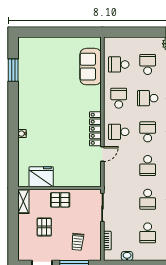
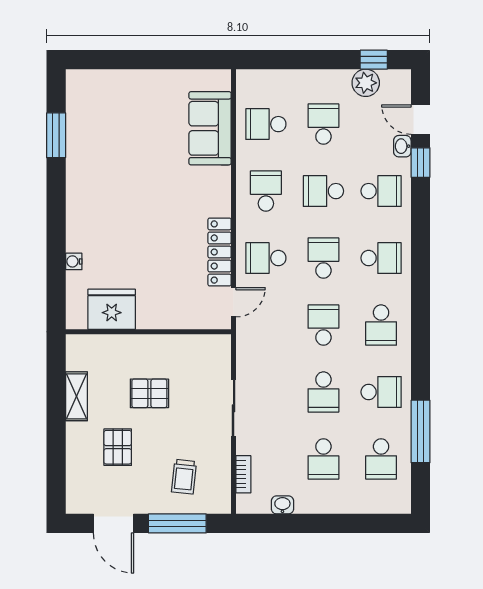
school desk: (148, 166) -> (323, 325), turned 180
fridge: (41, 177) -> (112, 309), moved
wall: (60, 188) -> (148, 332), moved

